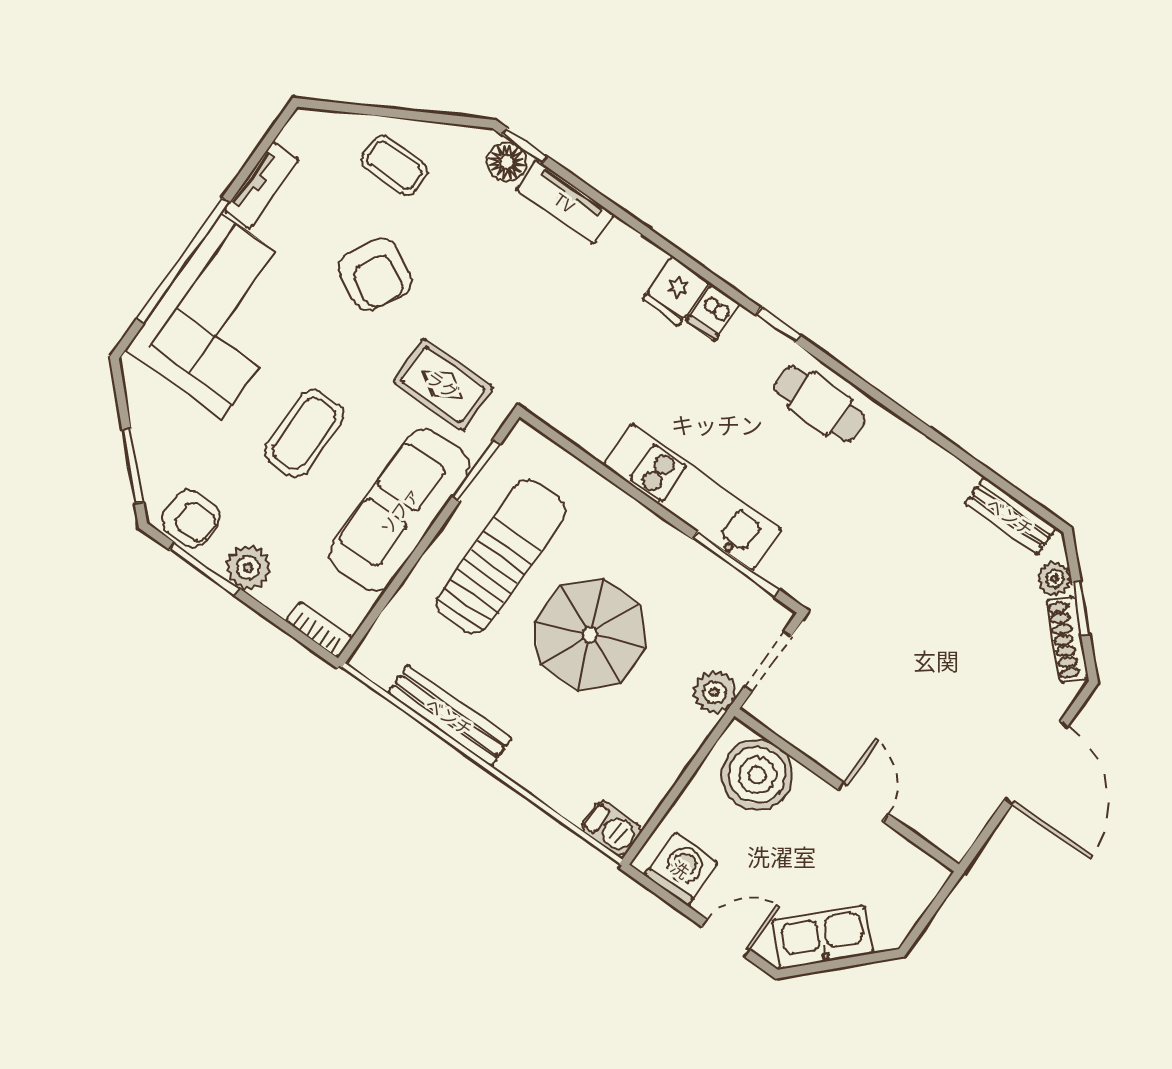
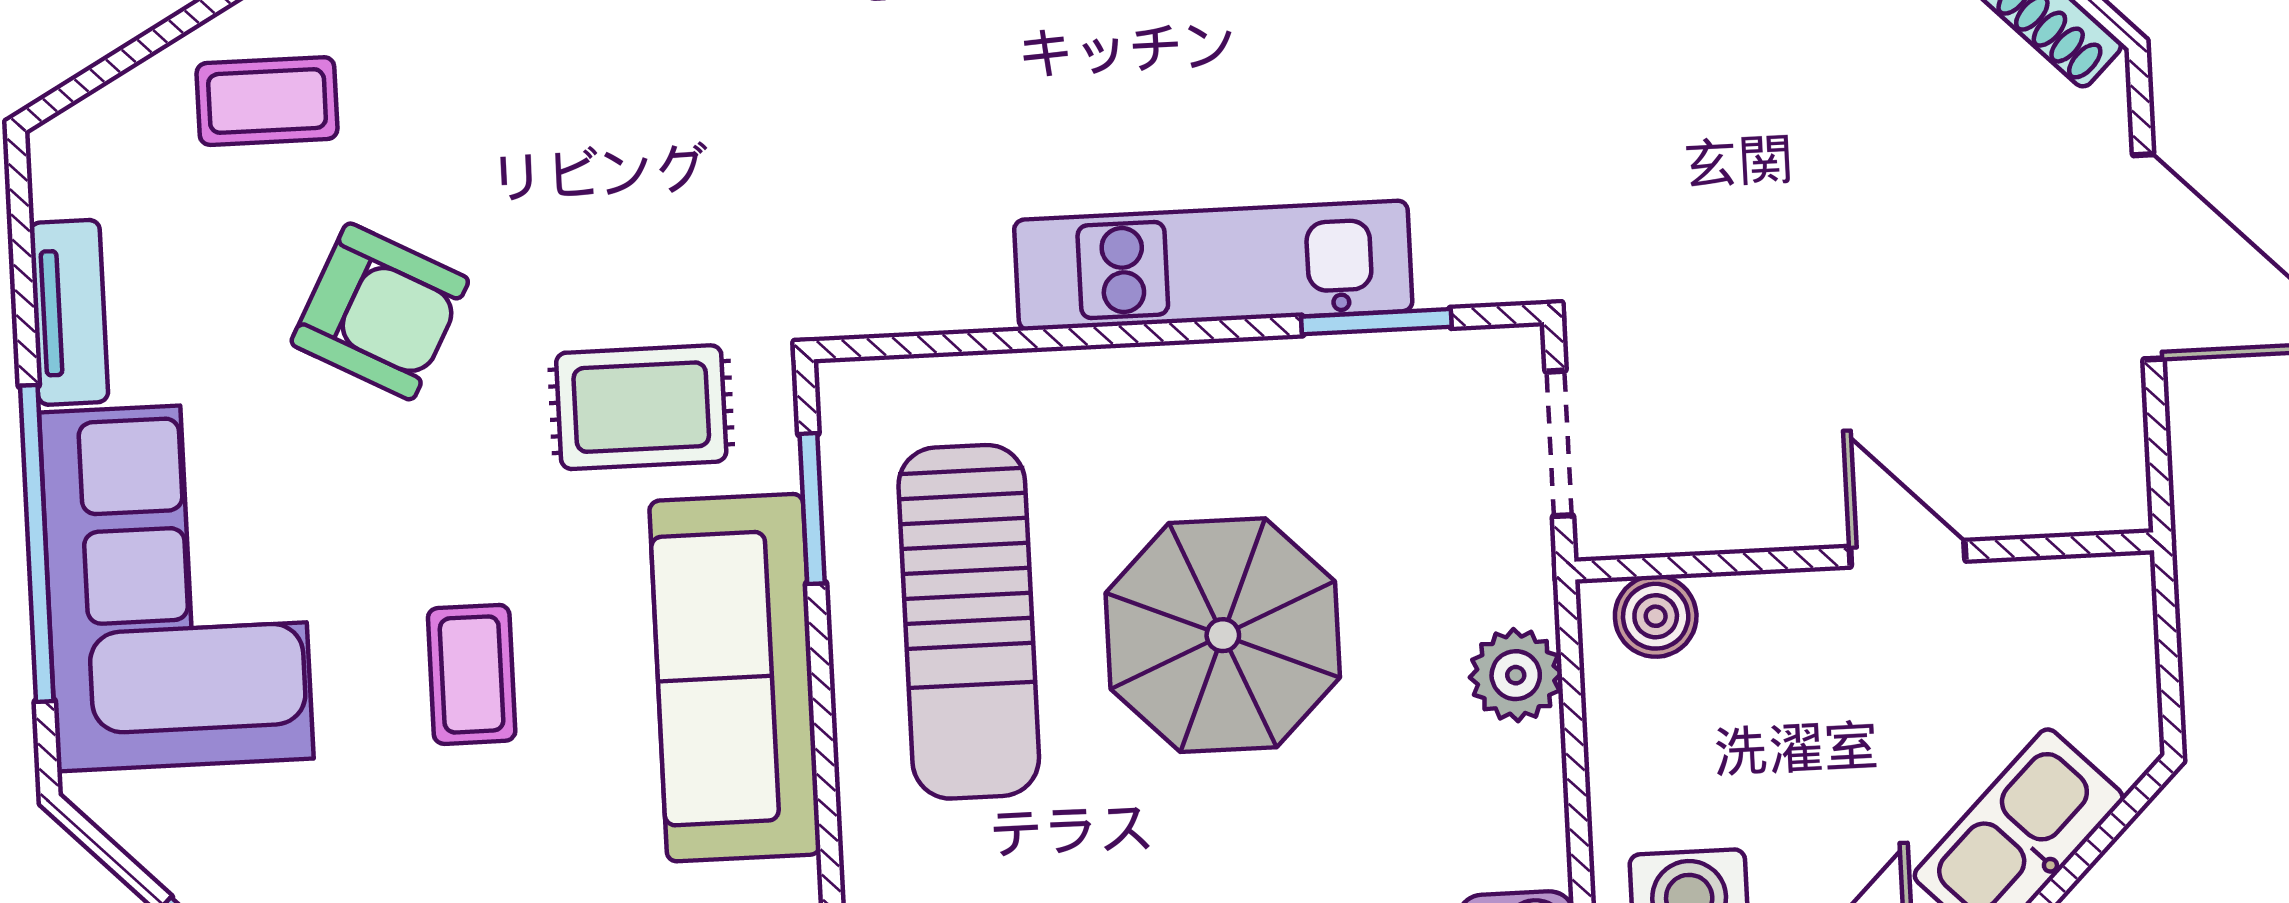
coffee table: (304, 433) -> (472, 674), width x0.73, depth x0.77
sun lounger: (501, 557) -> (969, 622), turned 180
window: (736, 564) -> (1376, 322), width x0.69
plant: (715, 692) -> (1516, 675), moved
boiler: (757, 775) -> (1656, 616), width x0.54, depth x0.54

